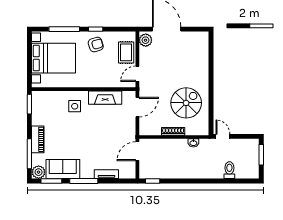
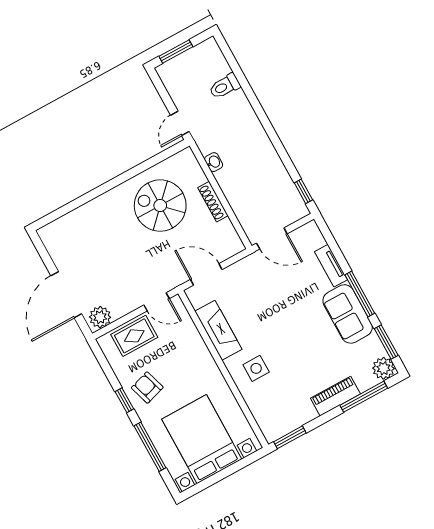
sofa: (63, 169) -> (348, 314), moved

